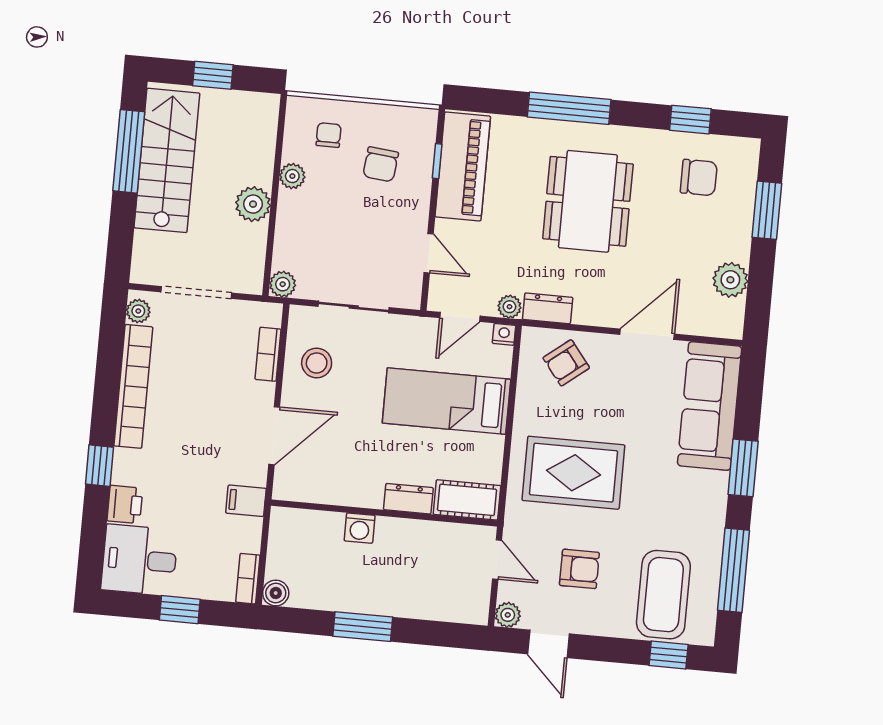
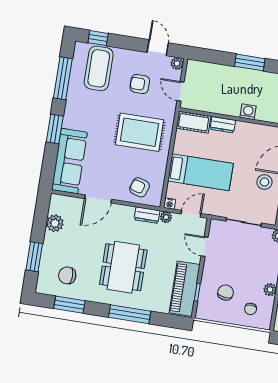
window: (690, 120) -> (69, 305), width x1.50
stool: (317, 363) -> (264, 182), moved
armchair: (566, 363) -> (140, 187), turned -125

